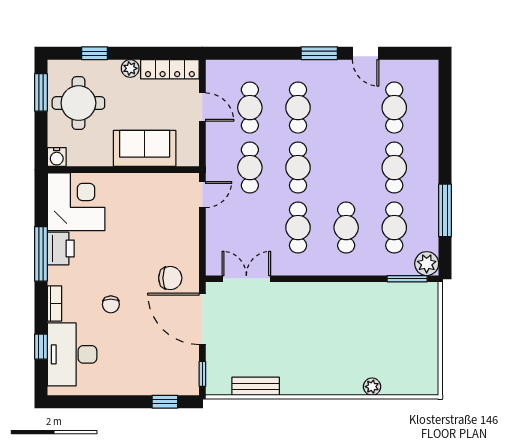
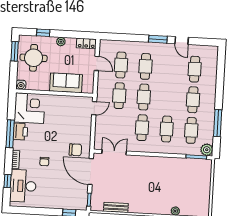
locker: (170, 69) -> (86, 43), width x0.66

